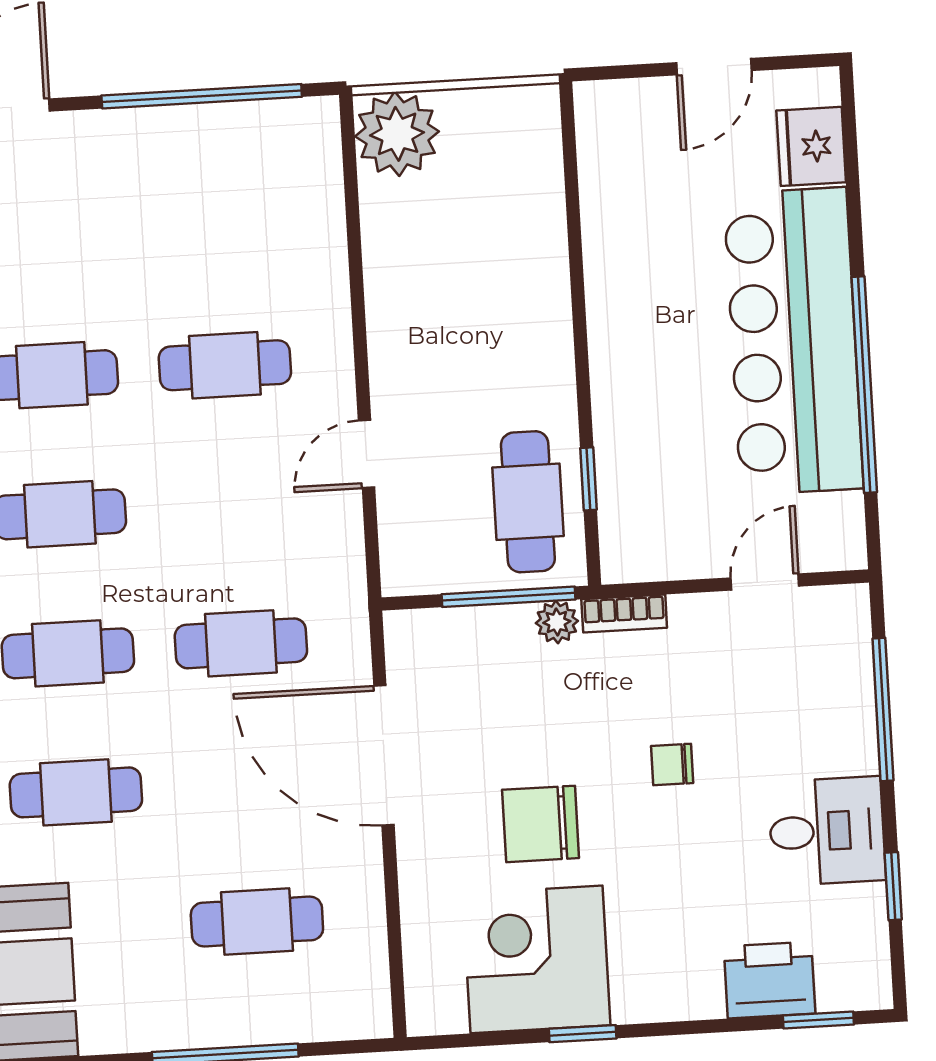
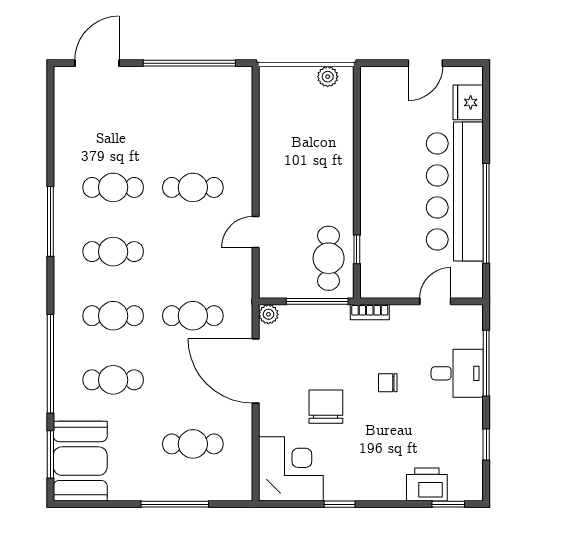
plant: (397, 134) -> (328, 77), moved, width x0.53, depth x0.53
plant: (557, 622) -> (268, 314), moved
chair: (541, 824) -> (326, 407), turned 90
desk: (827, 831) -> (457, 373), moved
corner desk: (536, 959) -> (291, 469), moved, turned 90

